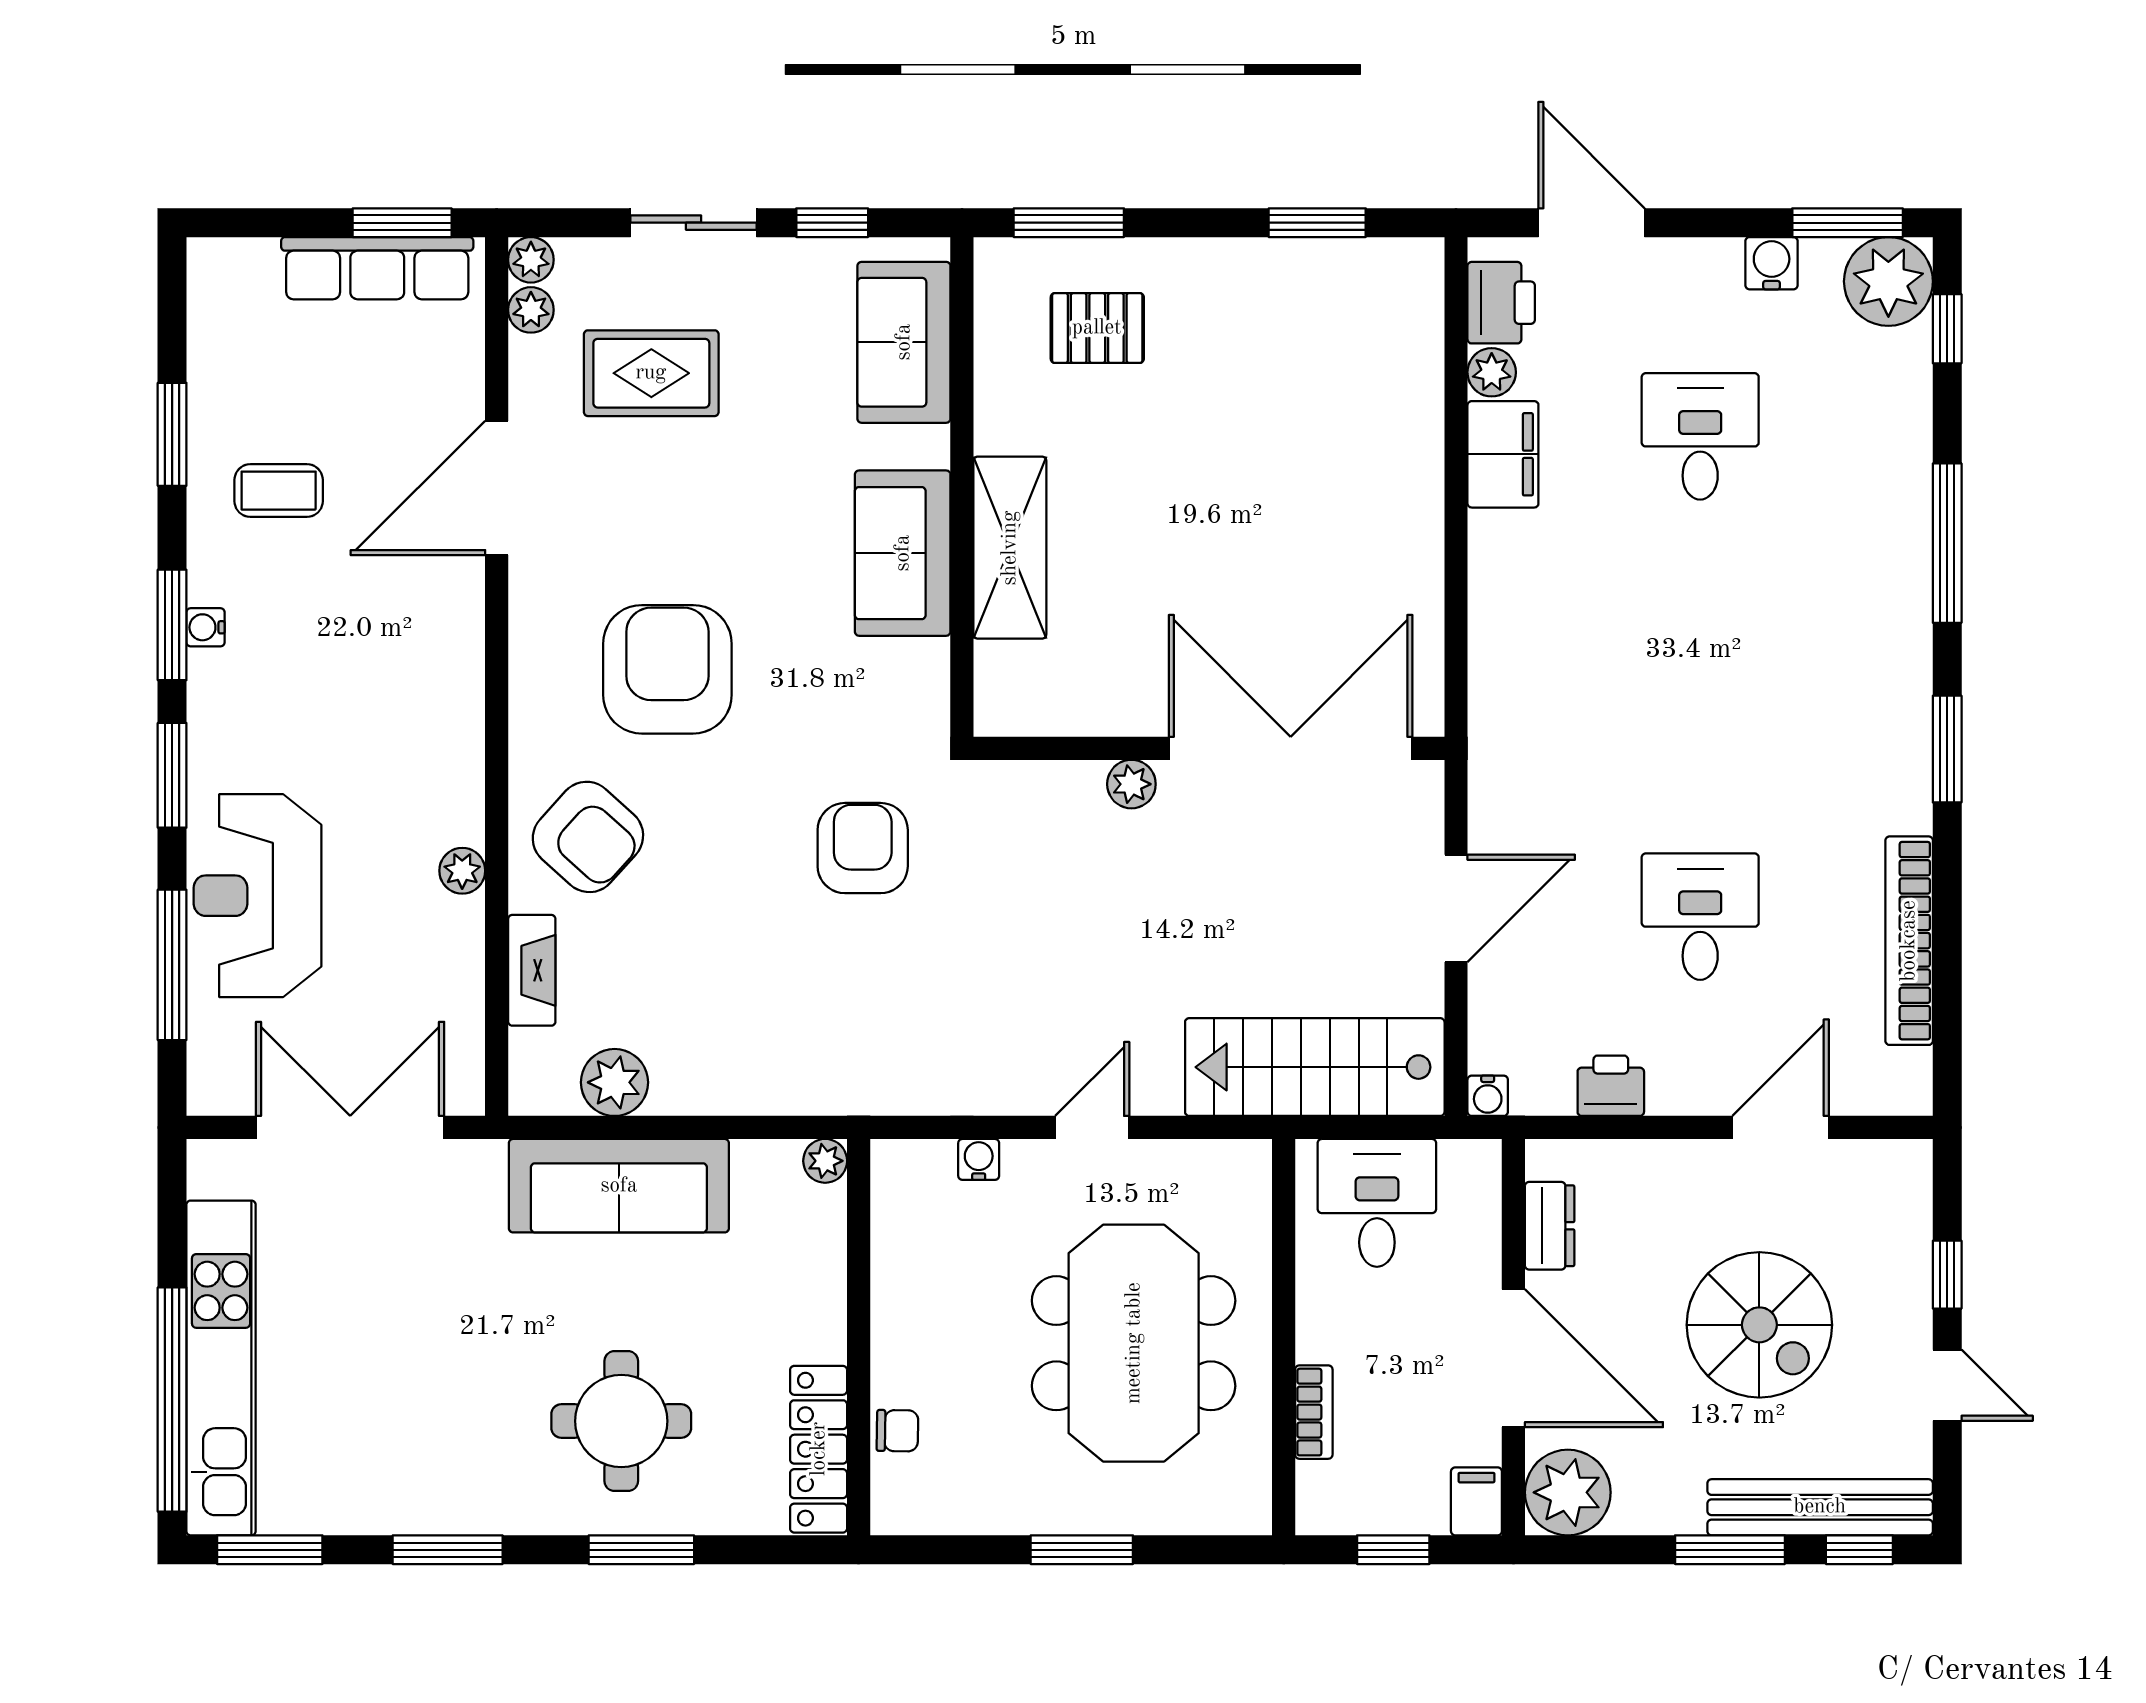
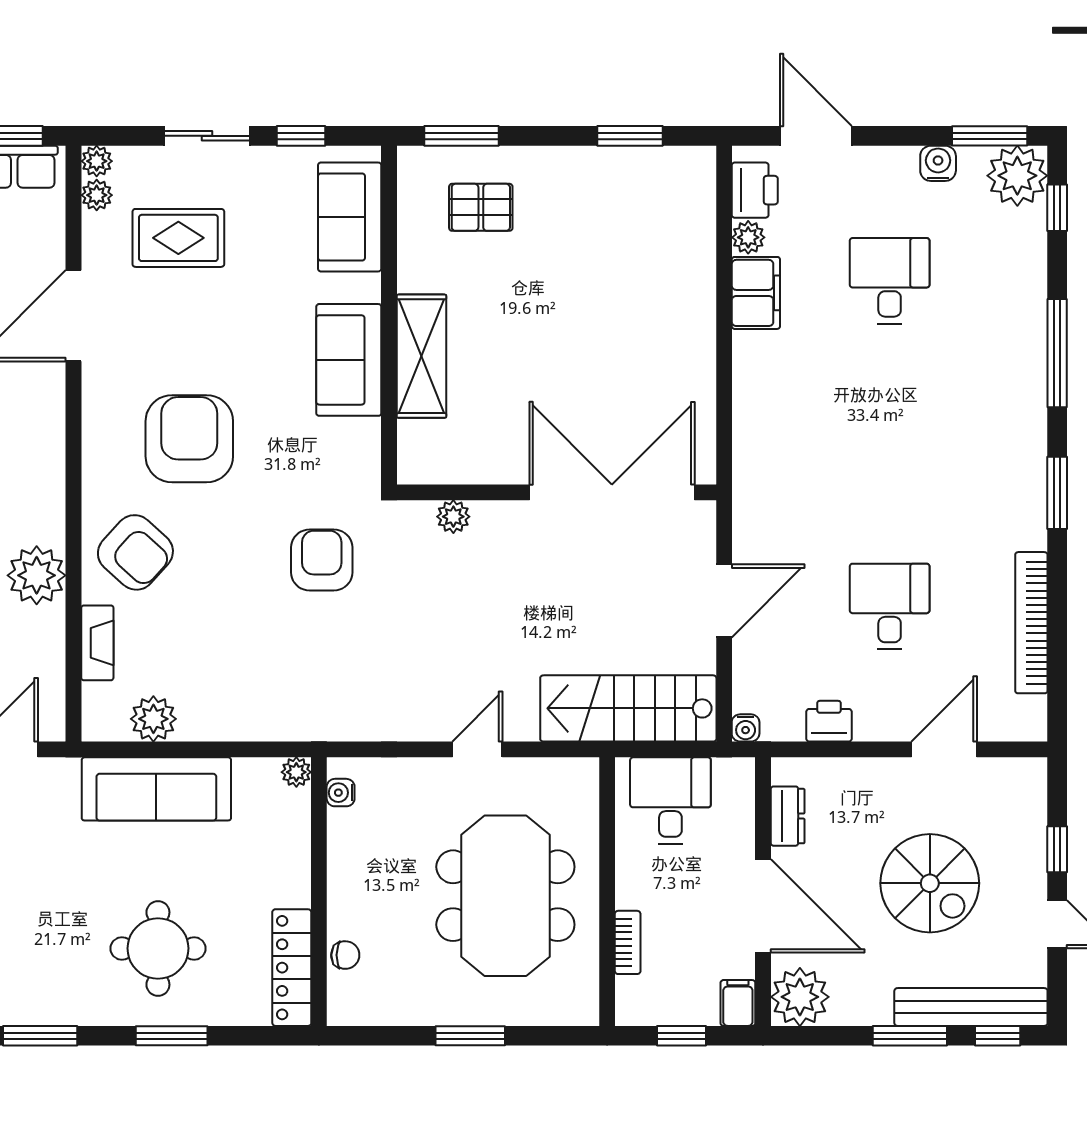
plant: (1131, 784) -> (453, 517), moved
plant: (462, 871) -> (37, 575), width x1.88, depth x1.88
water cooler: (979, 1159) -> (341, 793), moved, turned -90

